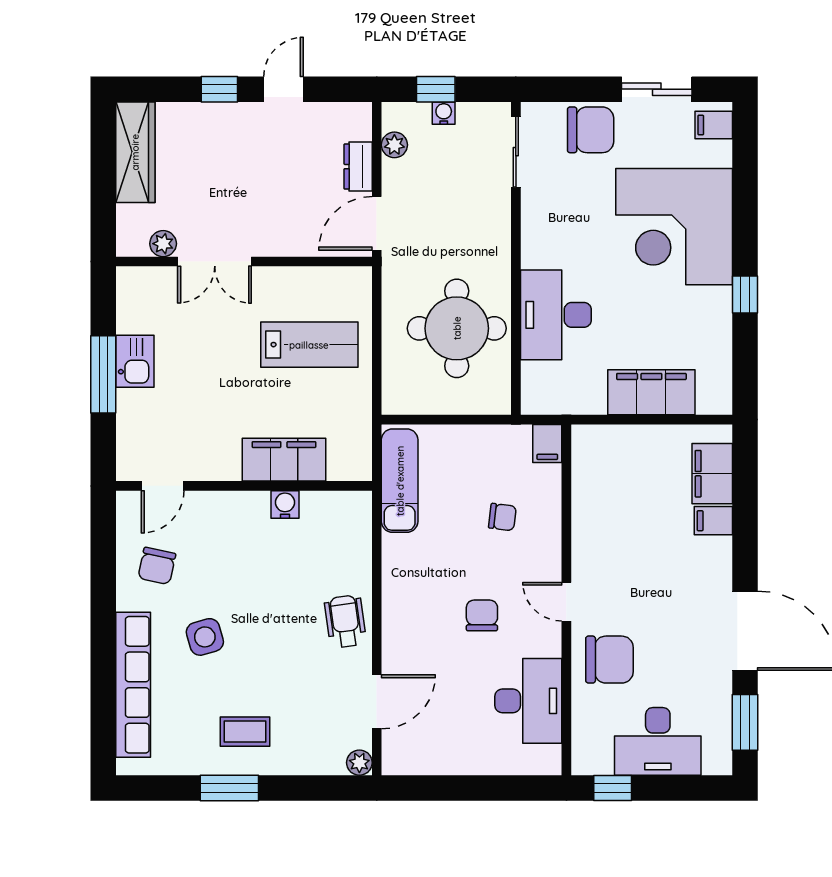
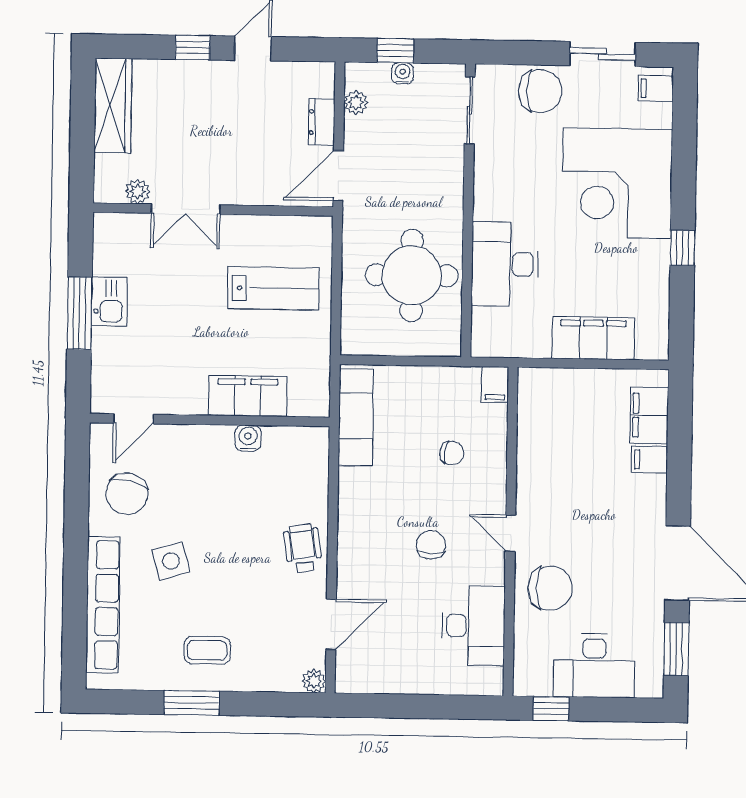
chair: (157, 566) -> (127, 494), width x1.37, depth x1.37

